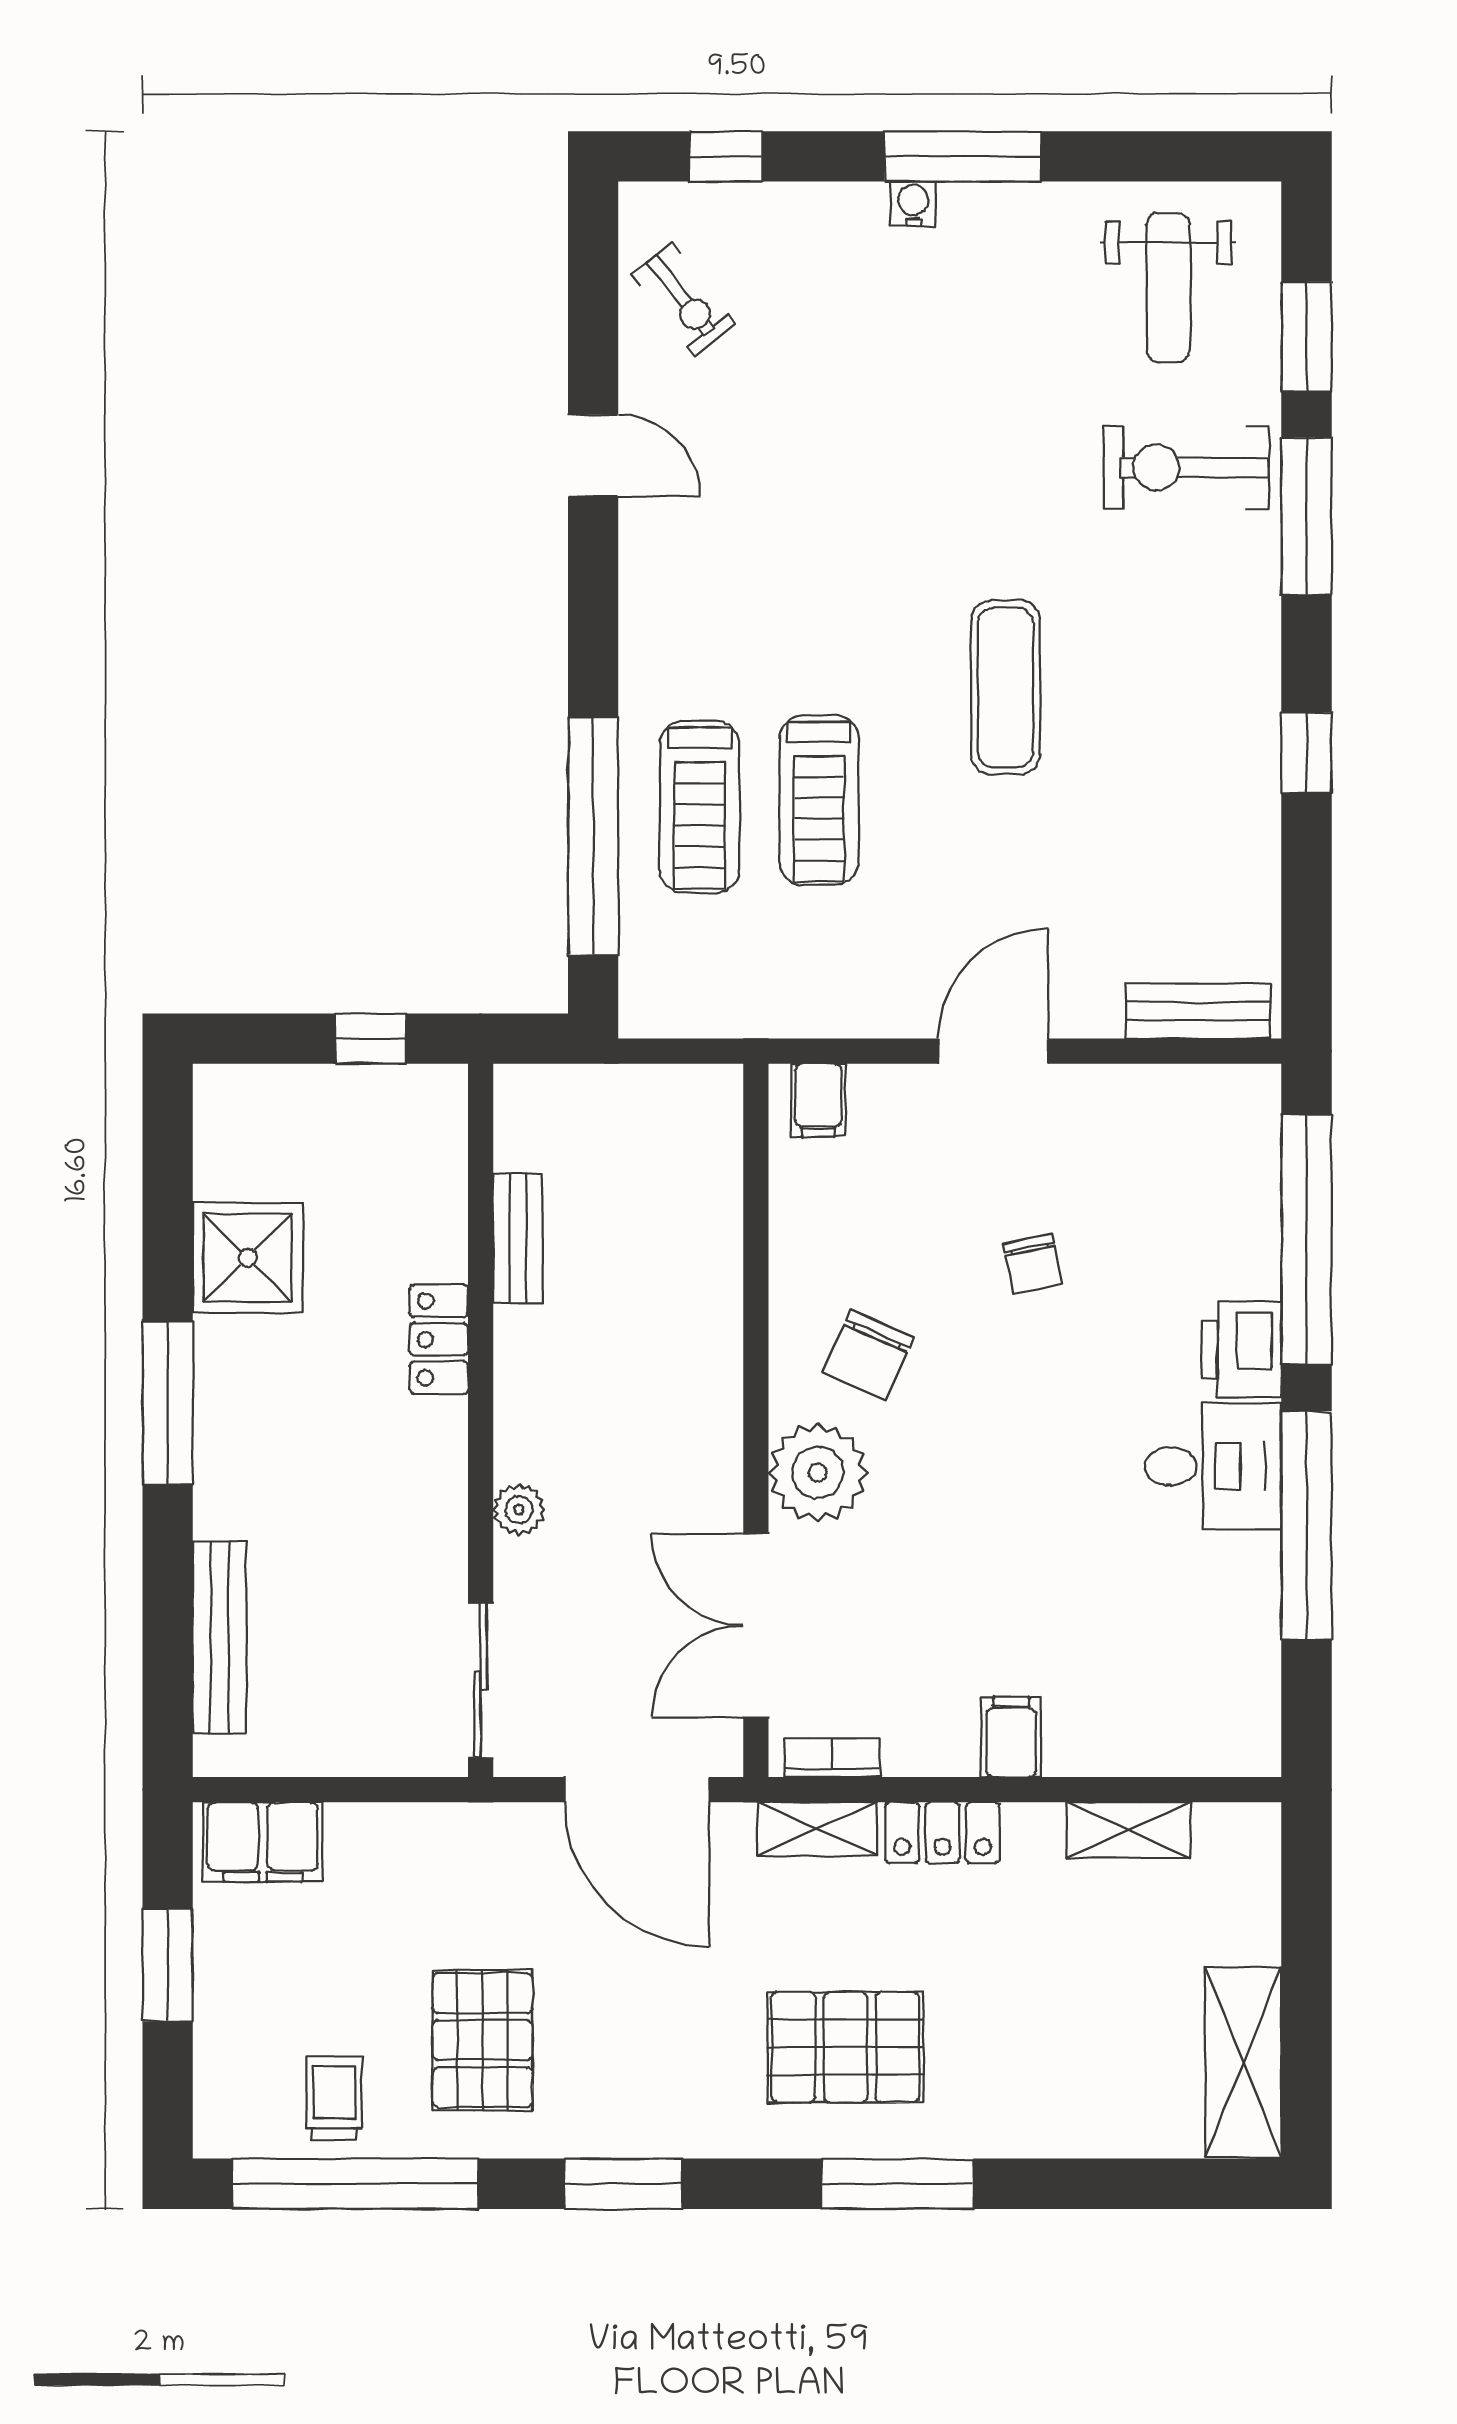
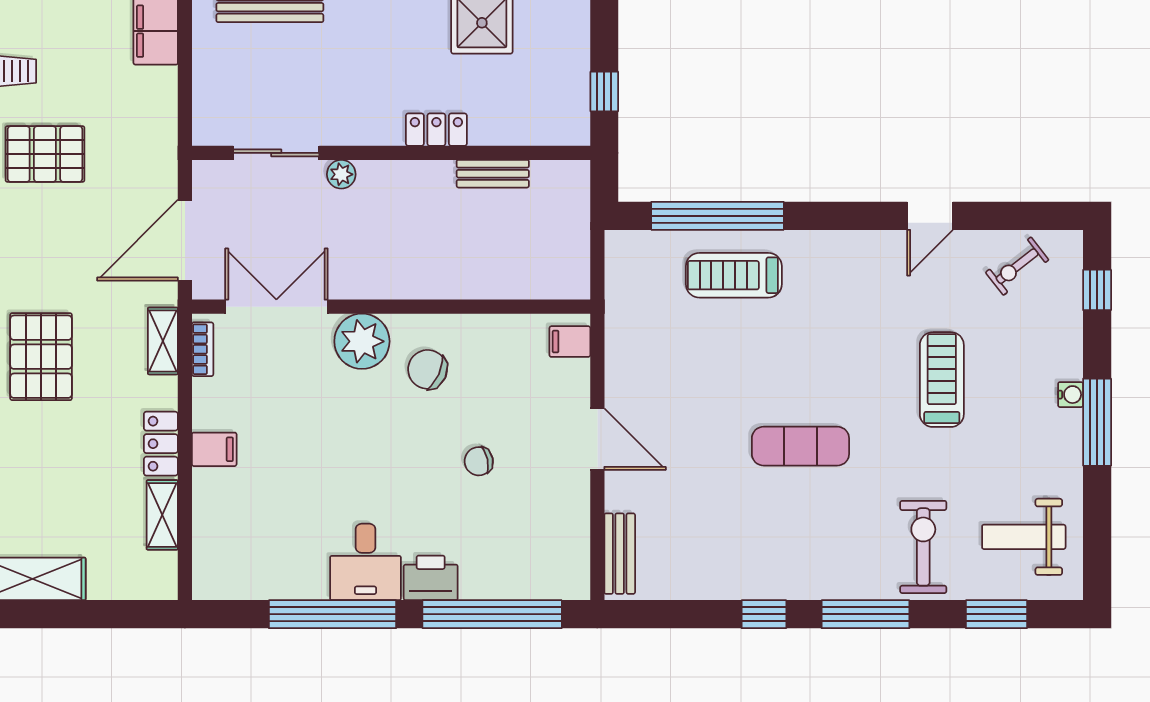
window: (1306, 516) -> (865, 614), moved
treadmill: (819, 800) -> (942, 380), moved, turned 90
sliding door: (481, 1681) -> (276, 153), moved
locker: (942, 1833) -> (161, 444), moved

